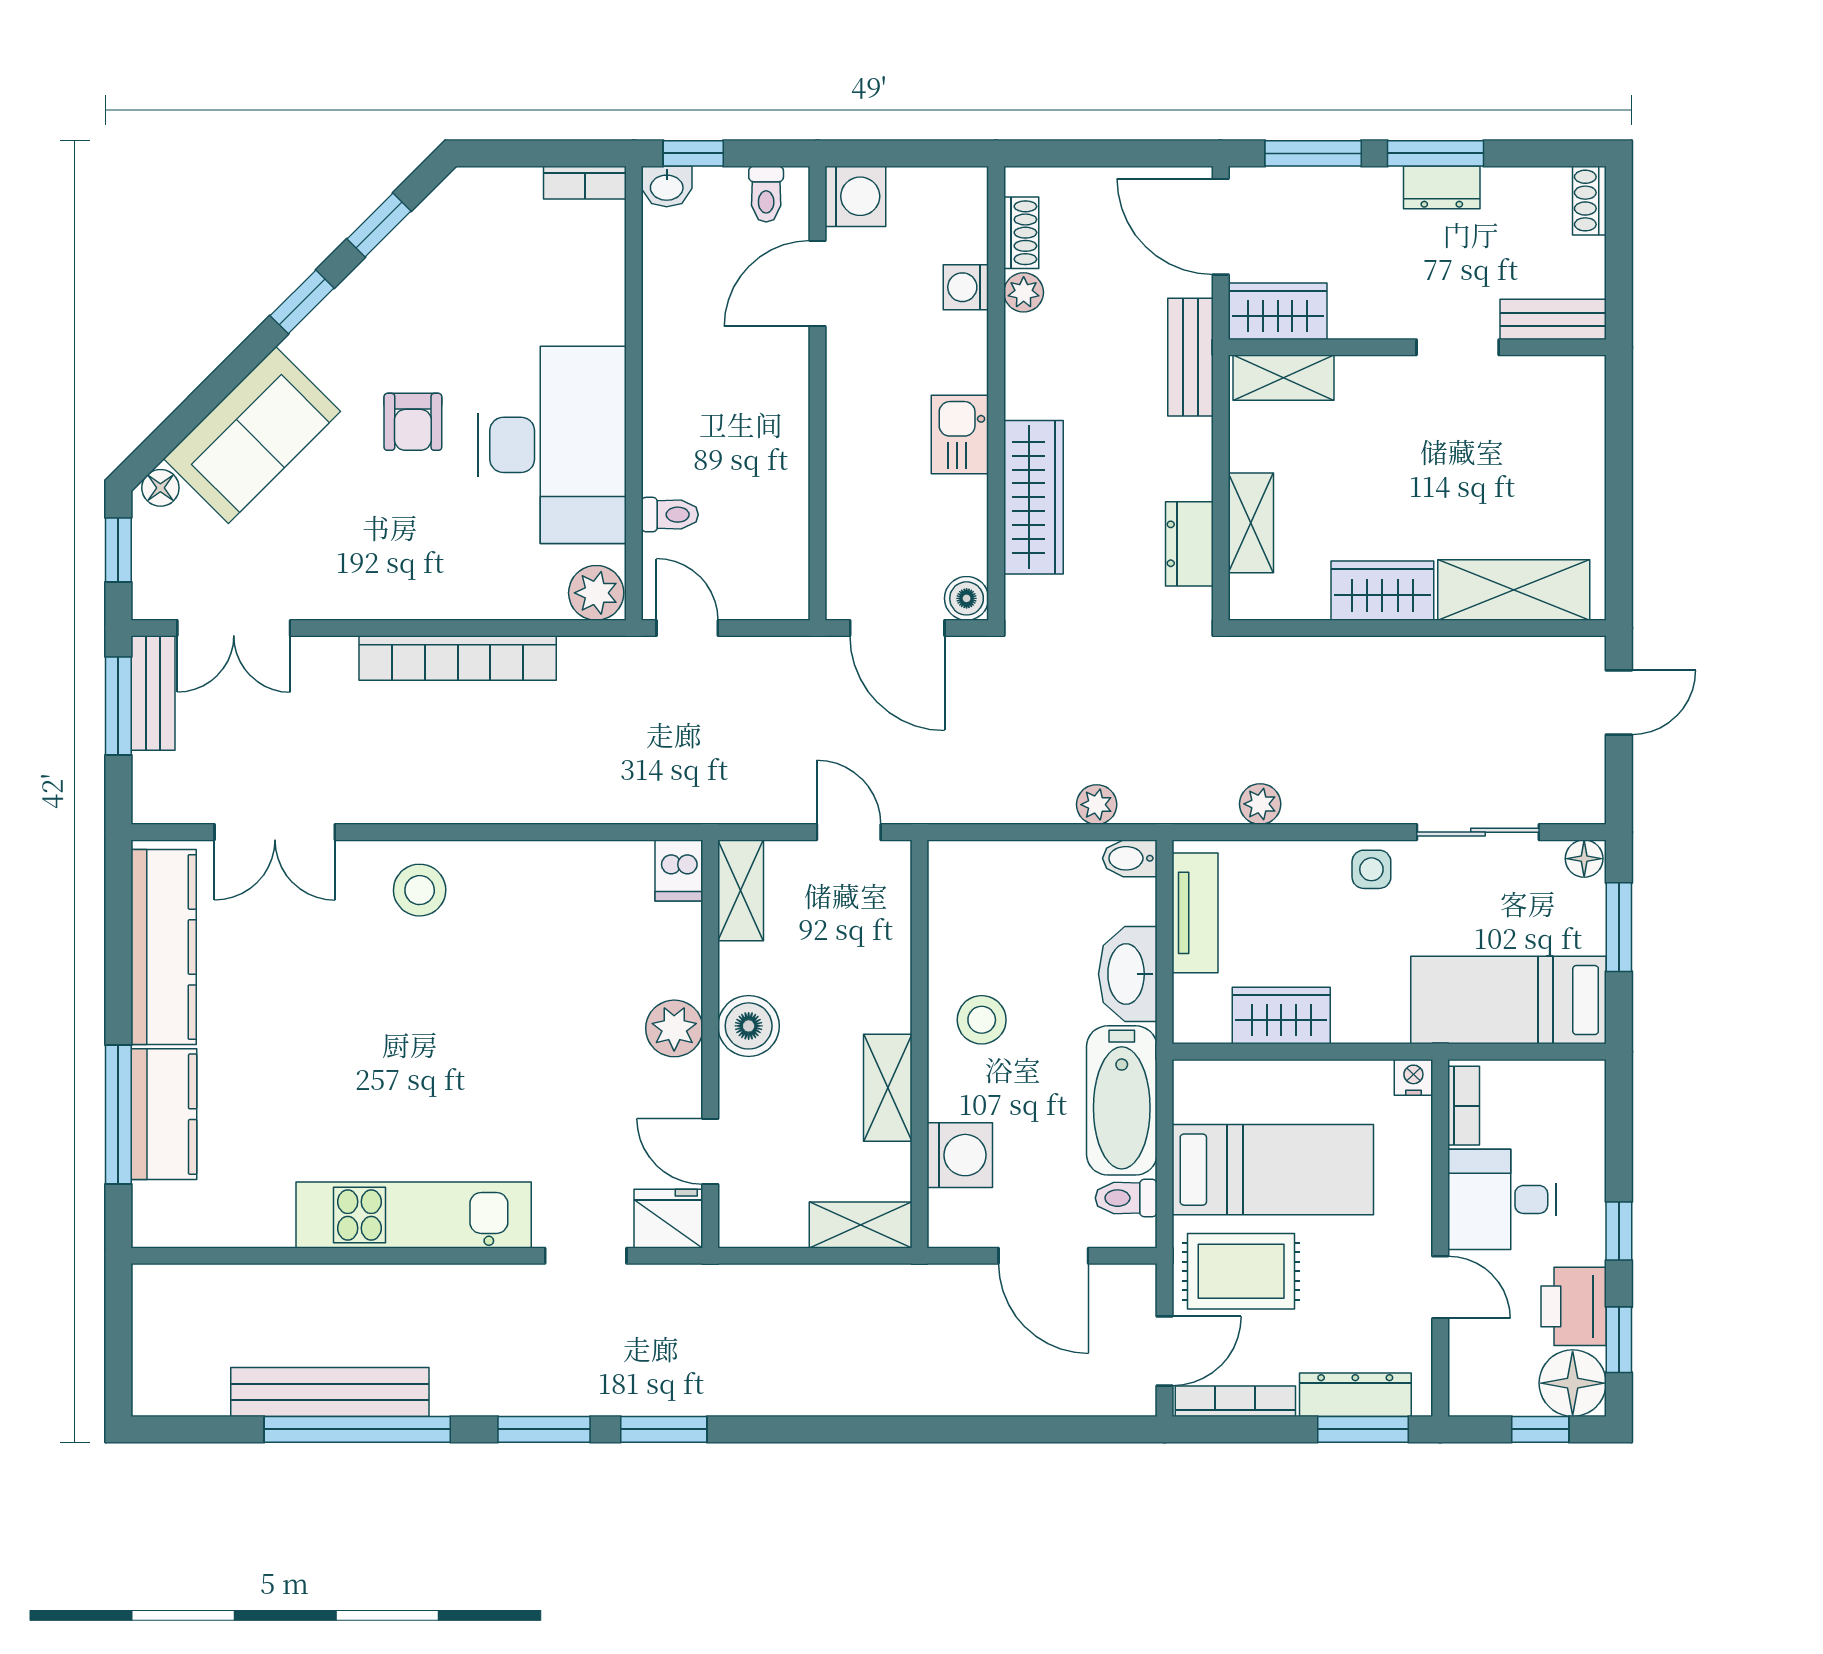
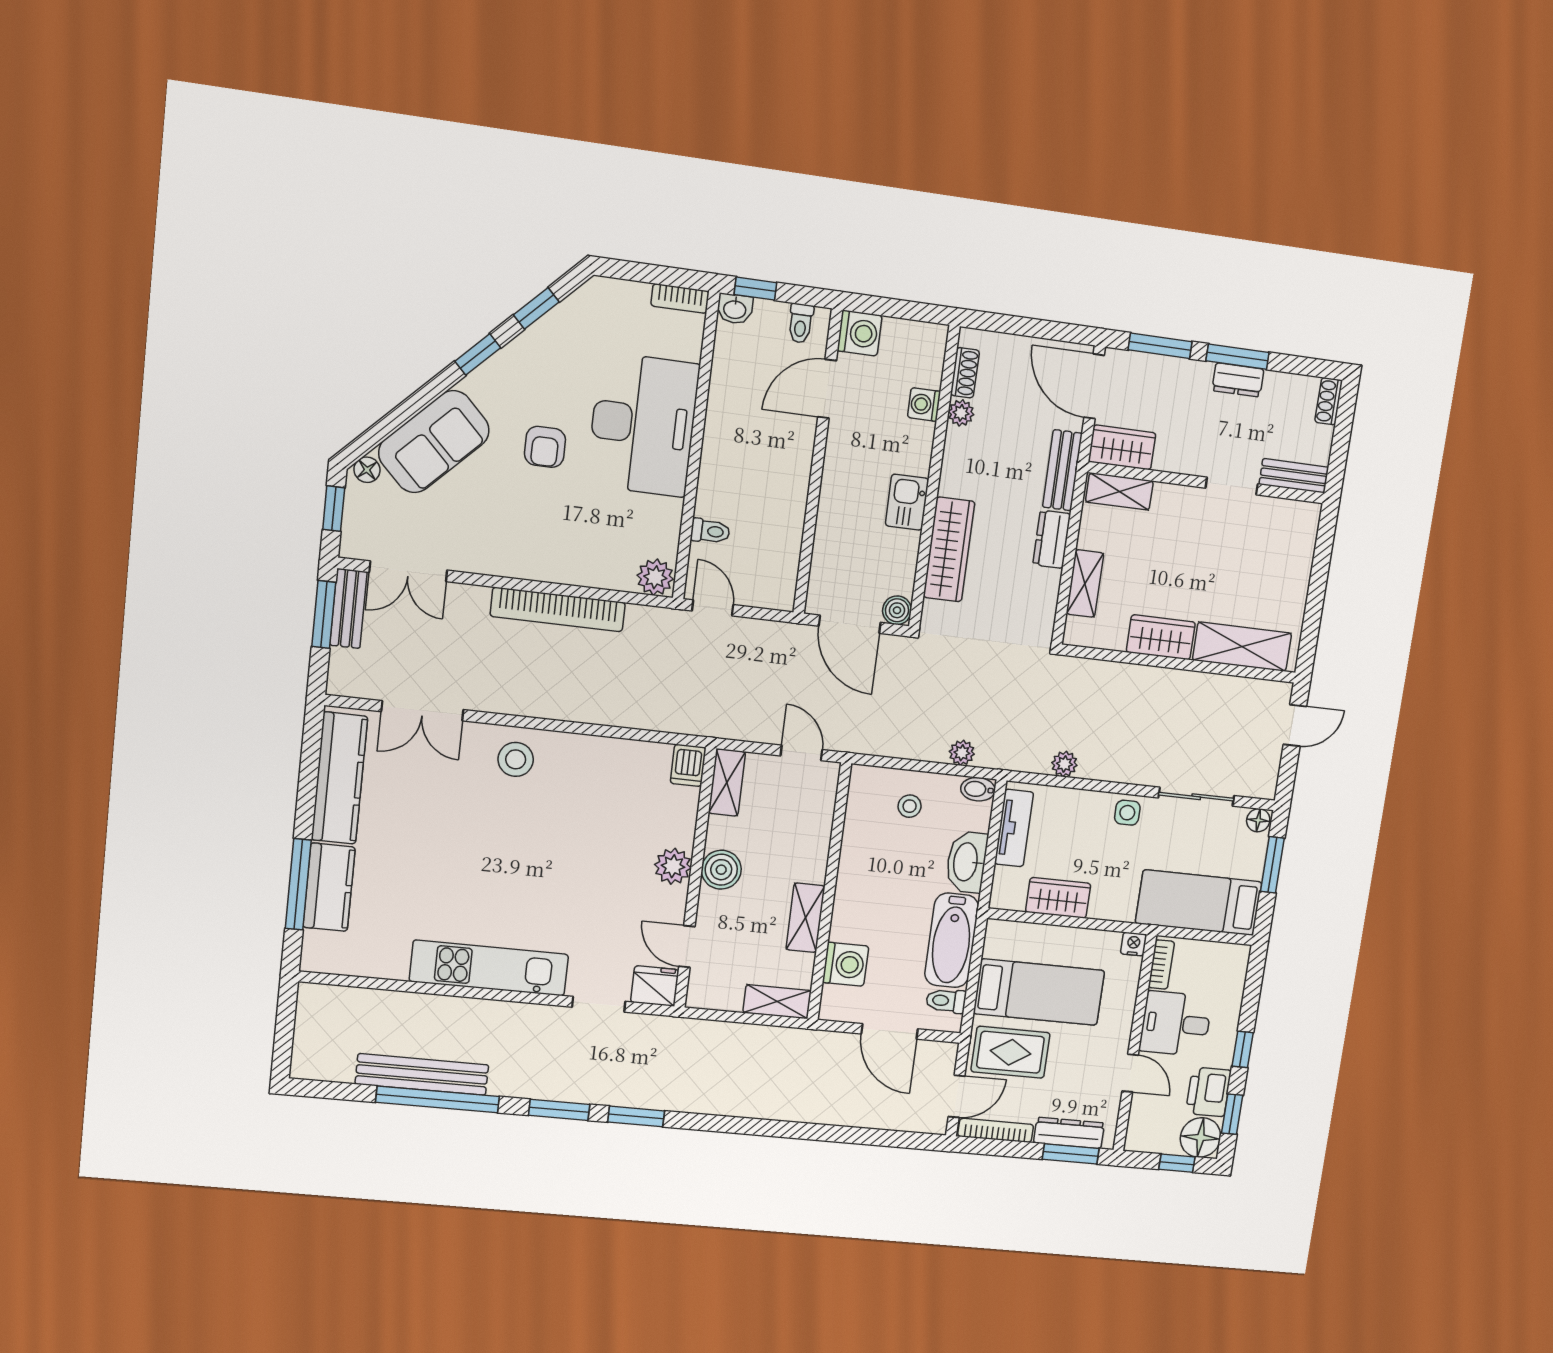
desk: (552, 445) -> (643, 425), moved
dresser: (1189, 544) -> (1052, 539), moved
stool: (982, 1020) -> (910, 806), moved, width x0.73, depth x0.73

